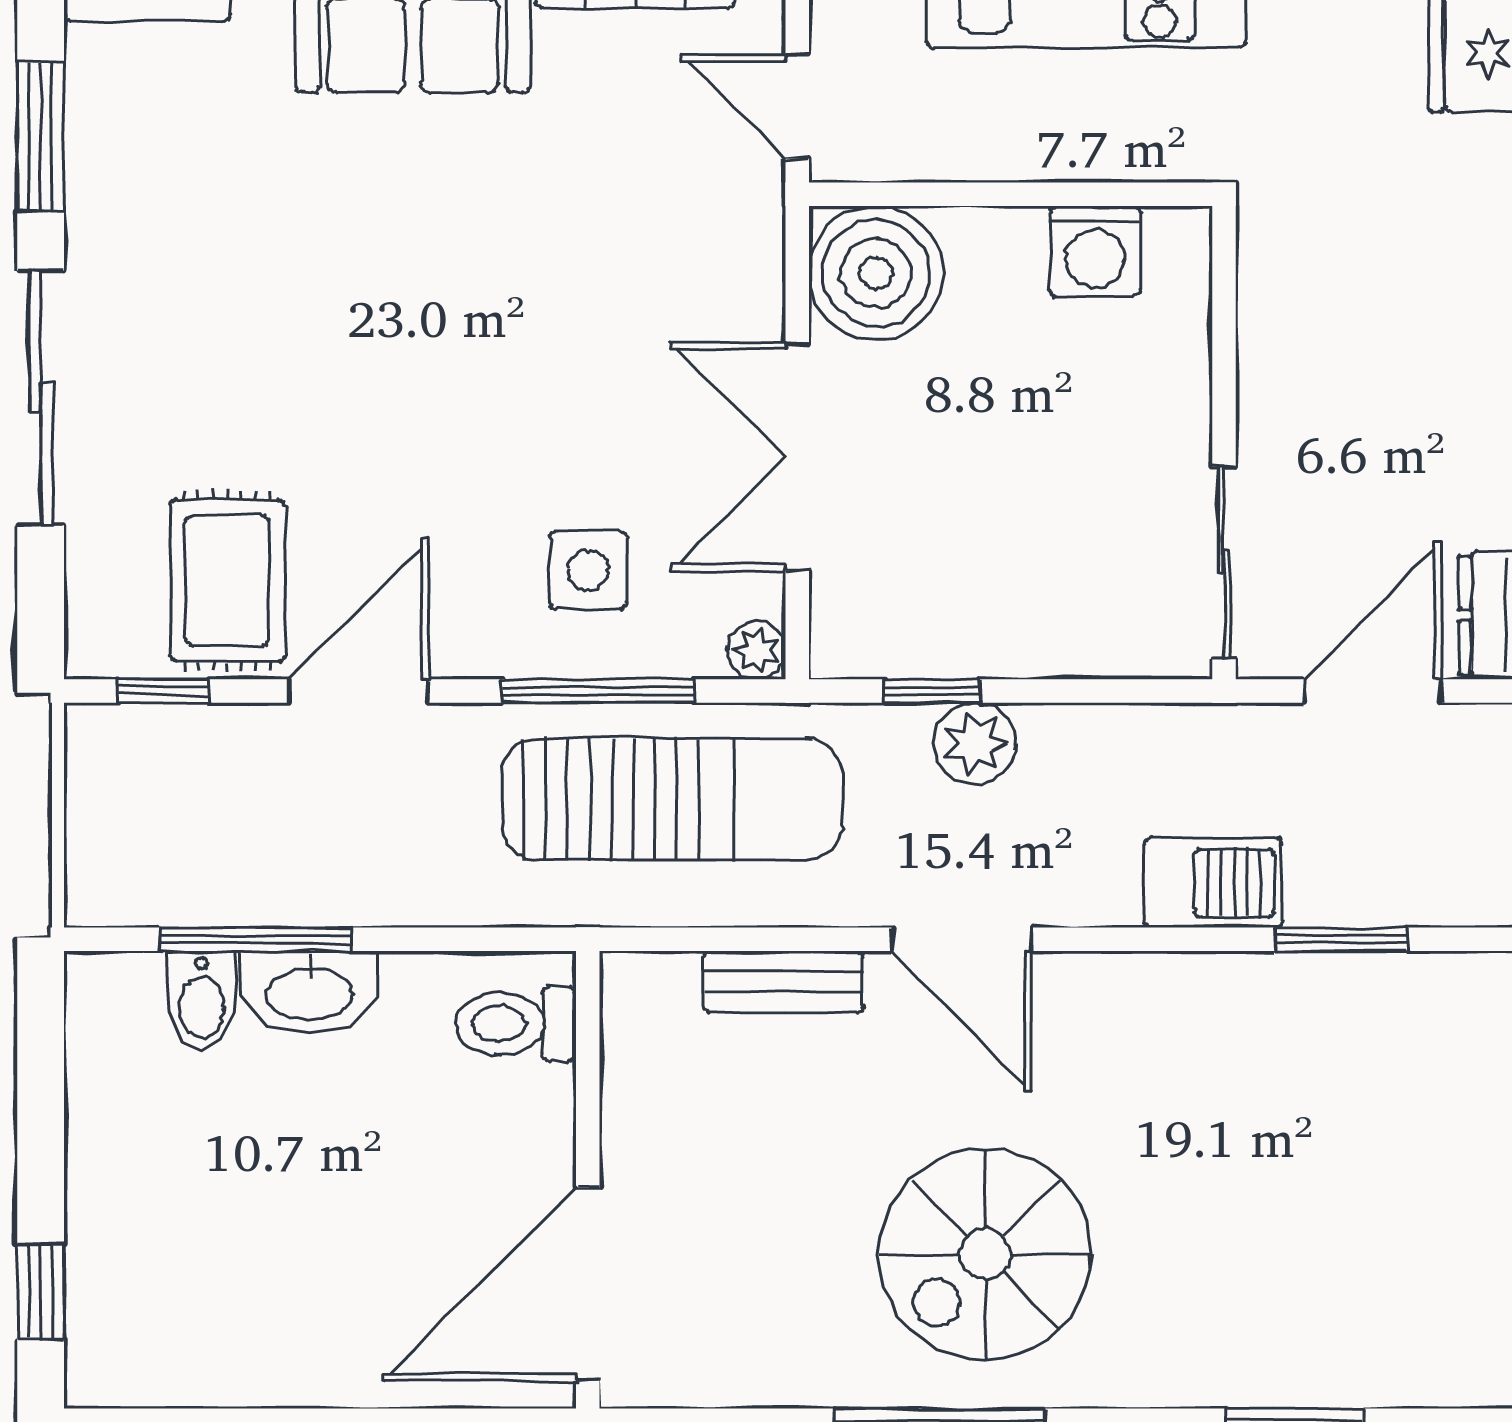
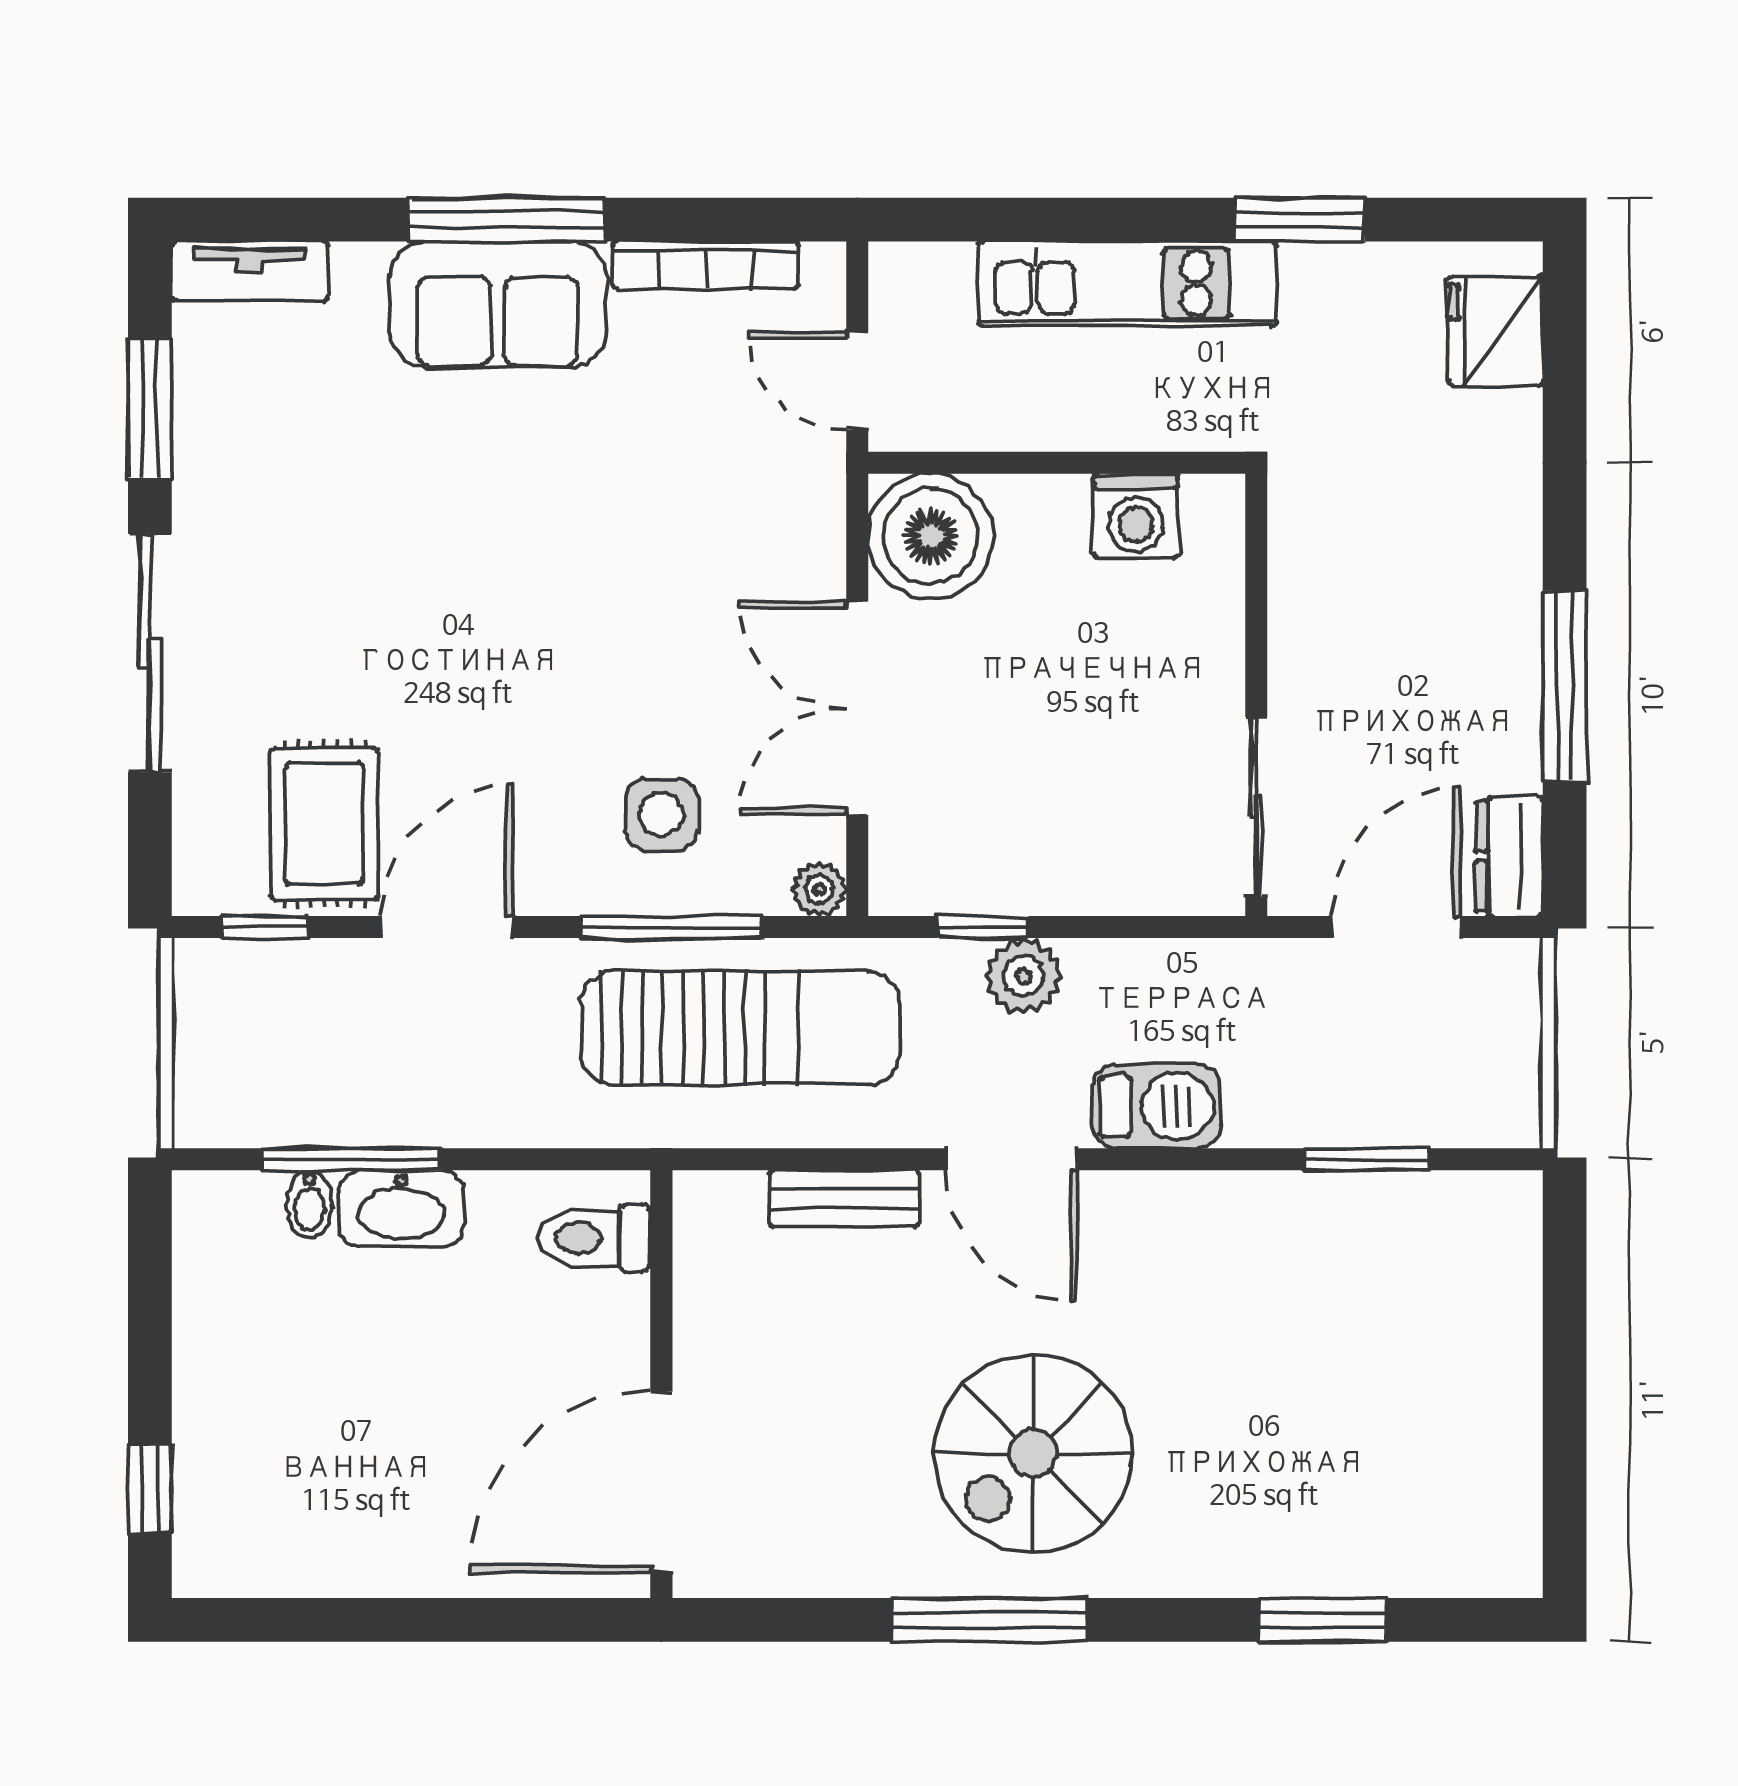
barbecue: (1214, 883) -> (1156, 1106), moved
bidet: (202, 1000) -> (309, 1204), width x0.72, depth x0.74

